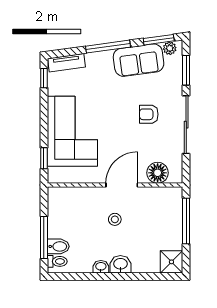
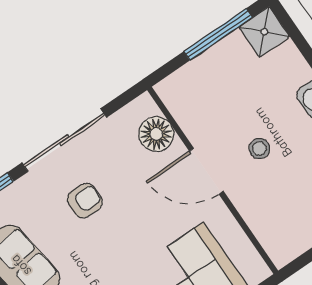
armchair: (149, 114) -> (85, 200), turned -90
window: (186, 221) -> (218, 34), moved

